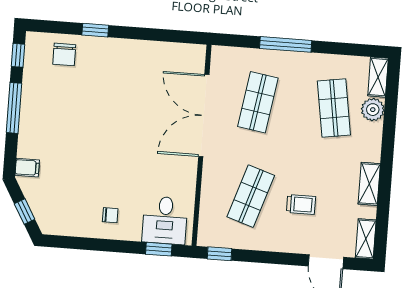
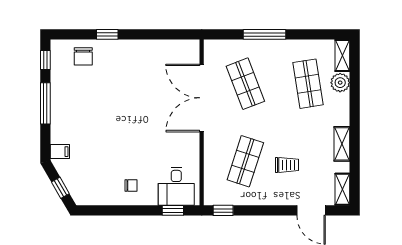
shop shelf: (258, 102) -> (245, 84), turned -30

